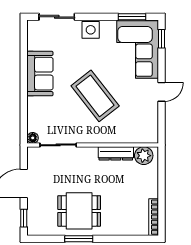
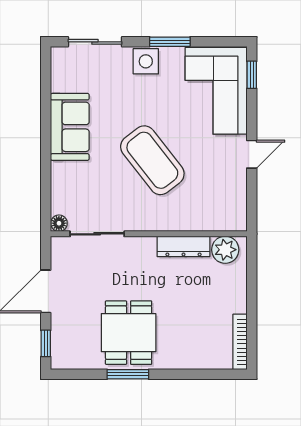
window: (132, 17) -> (170, 42), moved
dining table: (79, 211) -> (129, 333), turned 90

